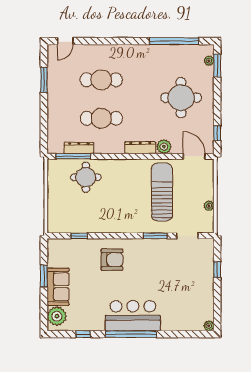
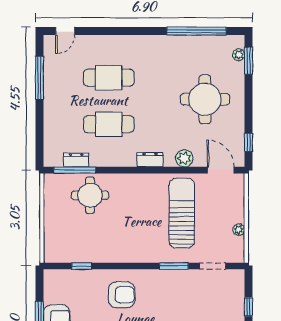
window: (44, 80) -> (39, 78), width x1.44
dresser: (79, 148) -> (76, 160), width x0.70
dresser: (140, 148) -> (150, 160), width x0.70

